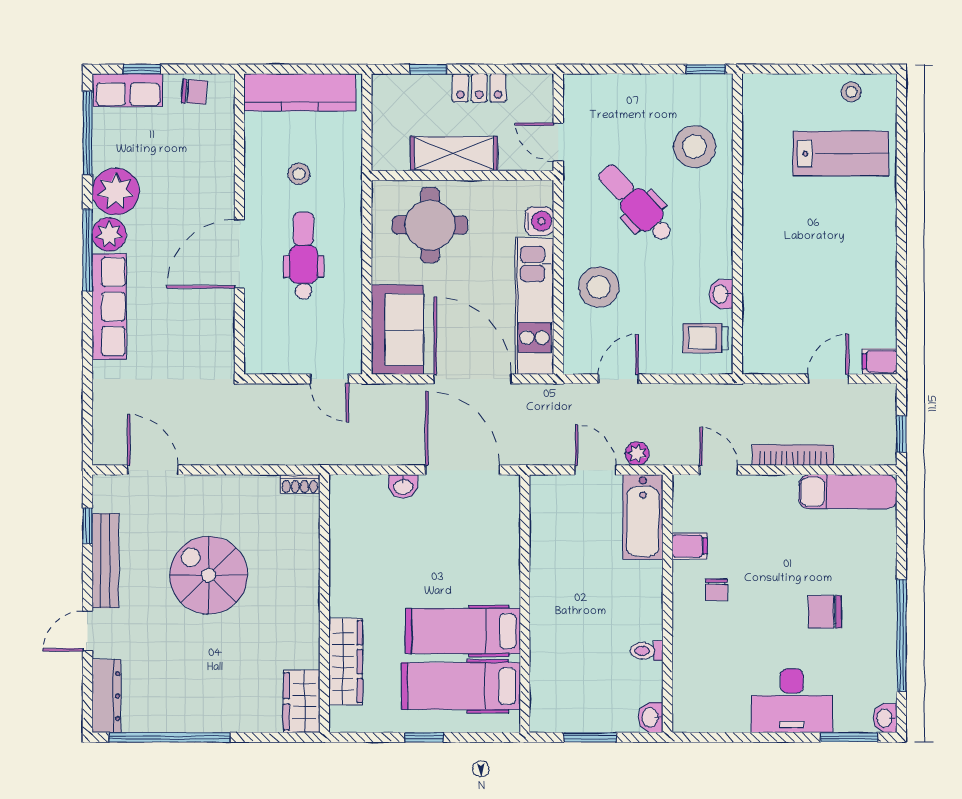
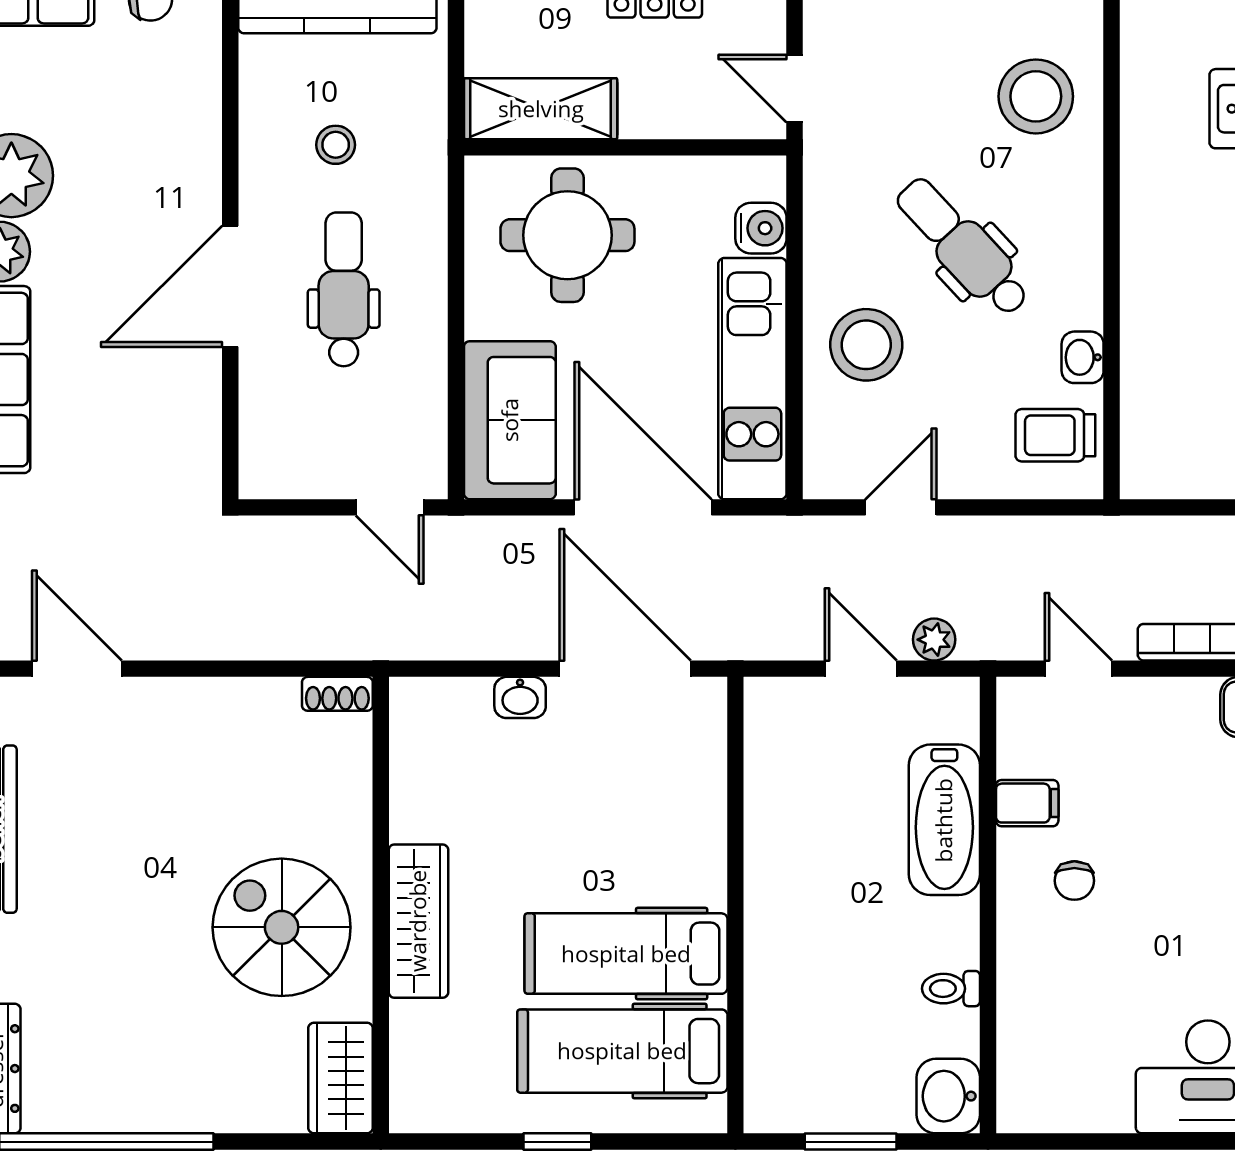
shelving: (454, 154) -> (541, 109), moved
dental chair: (636, 203) -> (963, 247), moved
bathtub: (643, 517) -> (944, 820), moved
spiral stairs: (209, 575) -> (282, 927), moved
wardrobe: (346, 662) -> (418, 921), moved
washbasin: (651, 717) -> (948, 1096), width x1.38, depth x1.45

